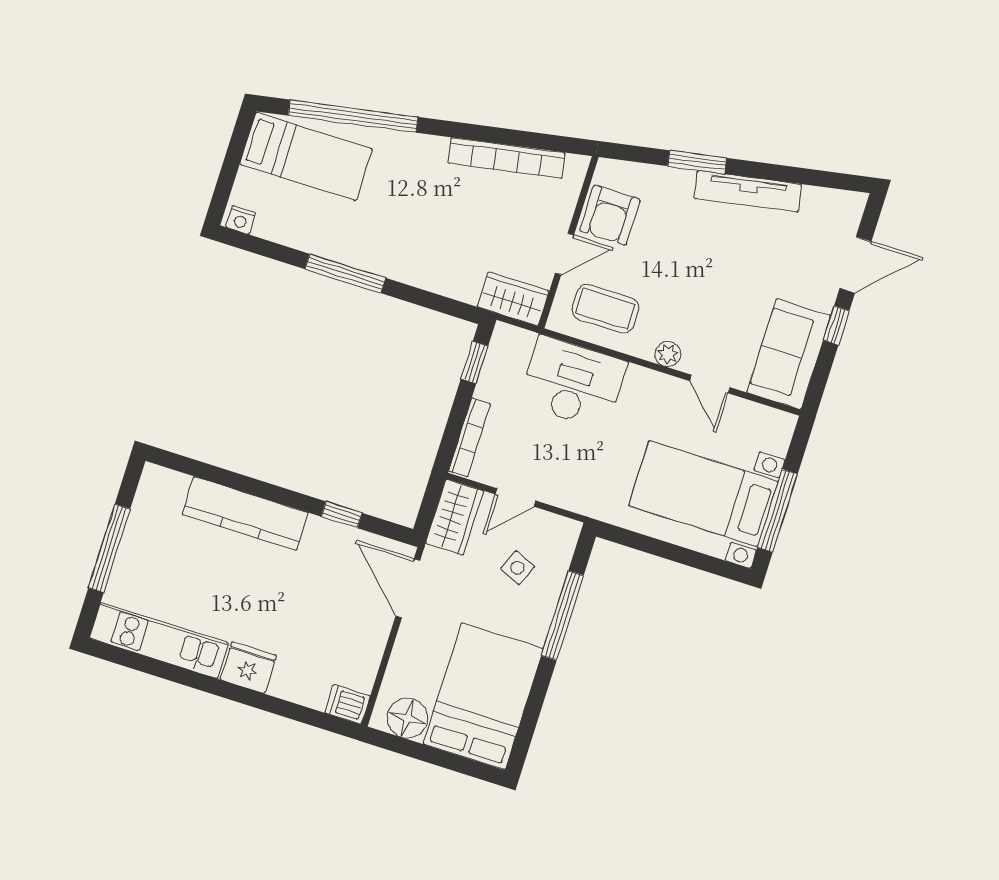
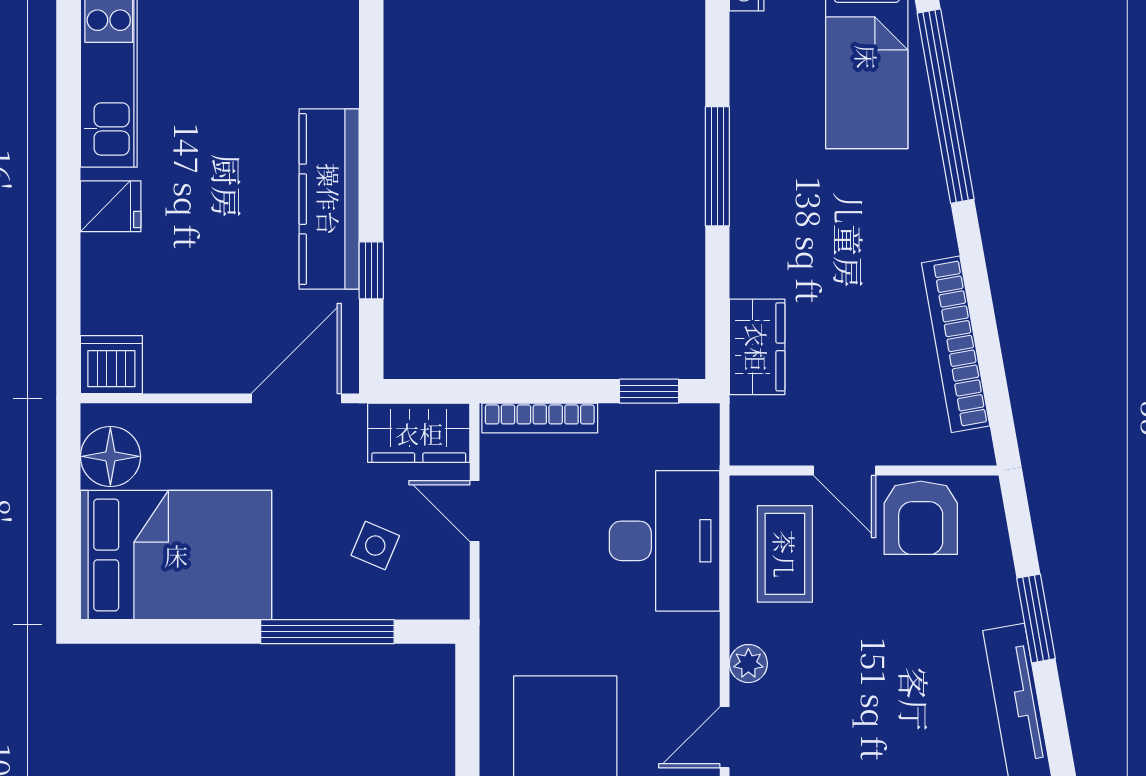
armchair: (610, 215) -> (921, 518), turned -90
wardrobe: (513, 299) -> (757, 347), moved
kitchen counter: (245, 514) -> (329, 199), moved
fridge: (248, 667) -> (111, 206), width x0.72
dishwasher: (347, 704) -> (111, 365), width x1.38

